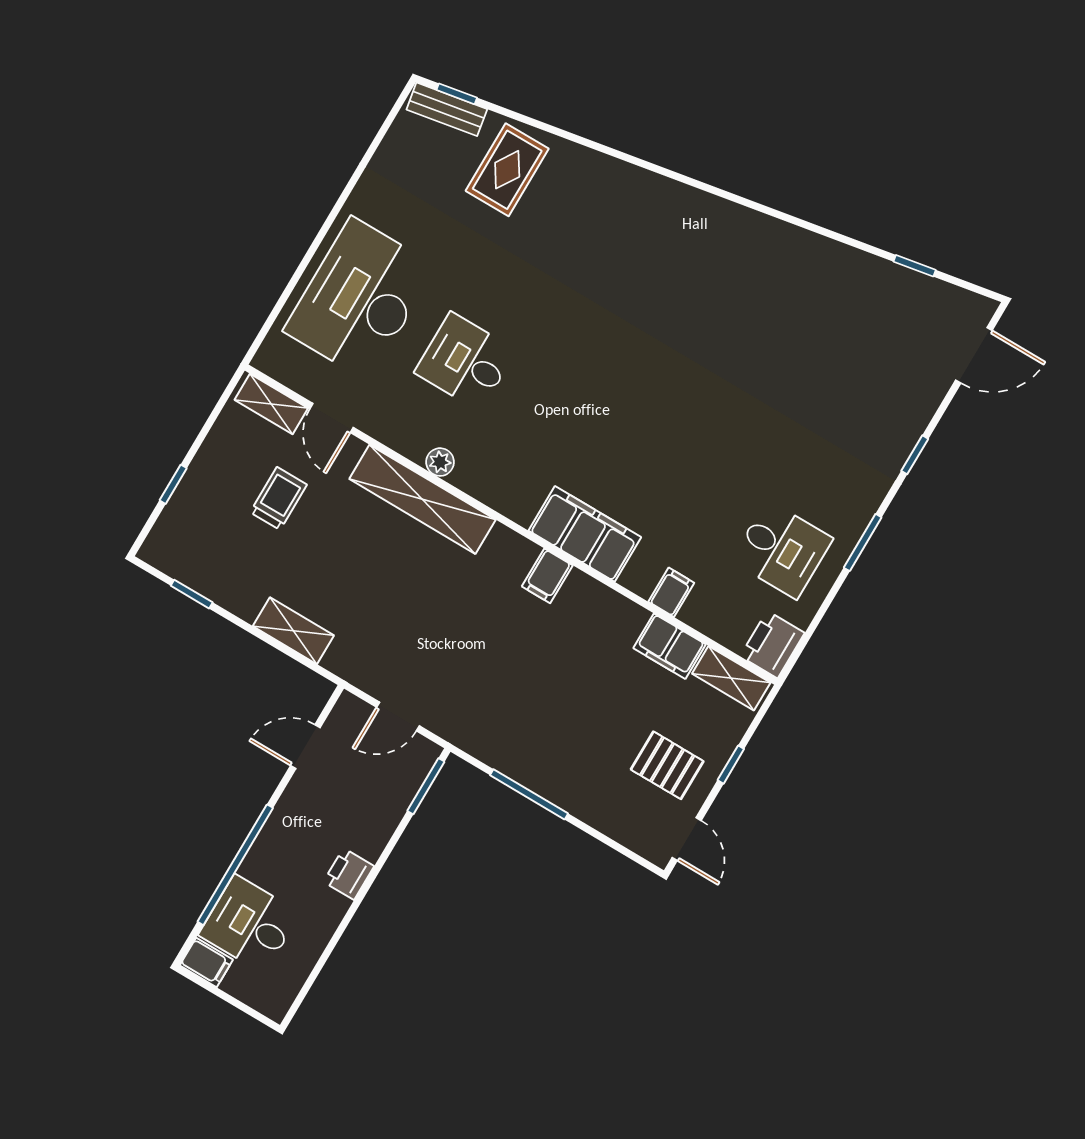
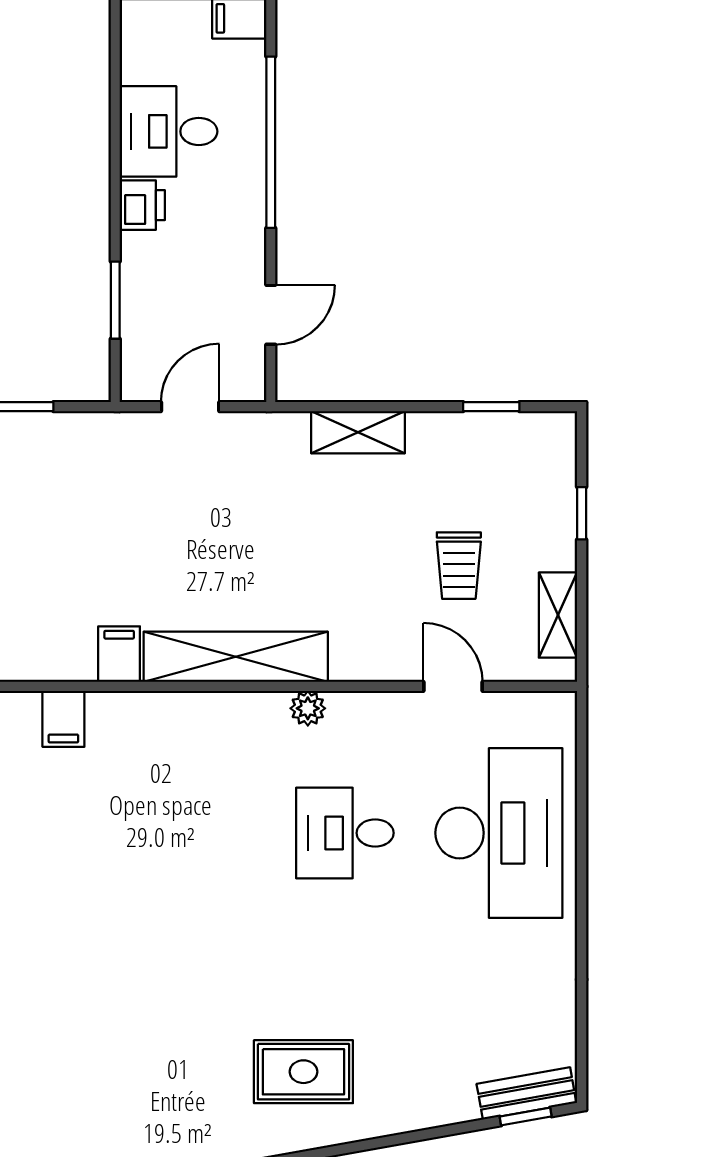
rug: (507, 170) -> (303, 1072), moved, turned 90
desk: (465, 362) -> (345, 833), turned 180
shelving: (271, 404) -> (558, 615), moved, turned 90
shelving: (422, 499) -> (236, 657), moved
filing cabinet: (585, 534) -> (63, 719), width x0.33, depth x0.86
window: (426, 786) -> (115, 300), moved
desk: (249, 924) -> (169, 131), moved, turned 180

